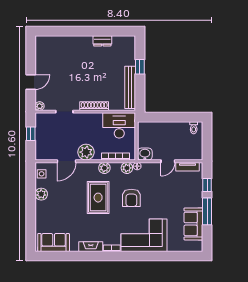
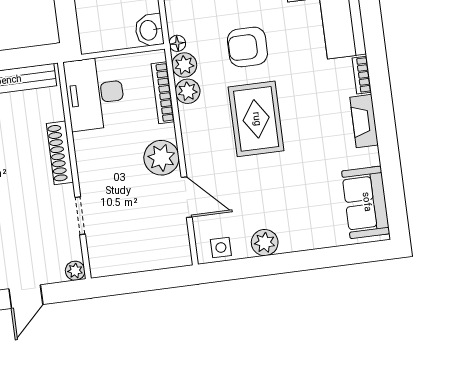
door: (31, 82) -> (26, 297), swing flipped
window: (31, 134) -> (137, 282), removed
plant: (104, 168) -> (188, 91), moved
rug: (98, 198) -> (256, 119), turned 90
armchair: (131, 198) -> (247, 47), turned 180

